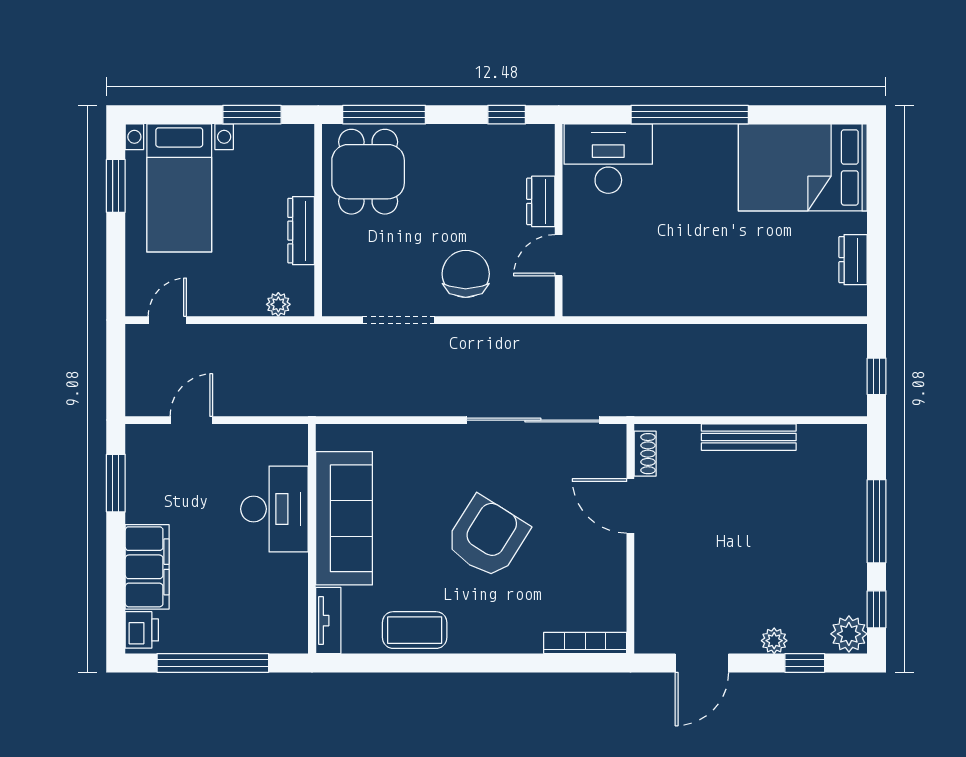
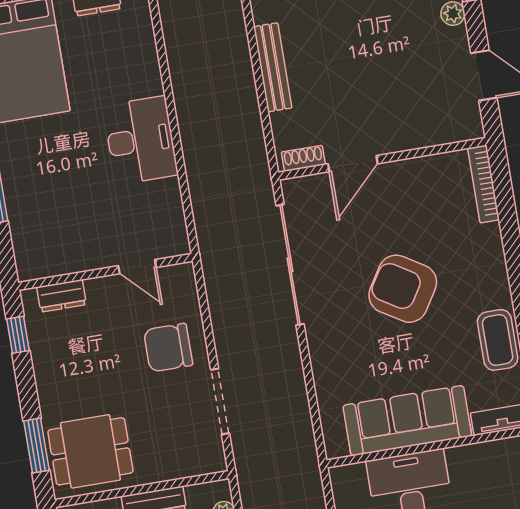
window: (384, 115) -> (37, 446), width x0.69
desk: (608, 159) -> (141, 140), moved, turned 180
dresser: (541, 201) -> (61, 296), moved

